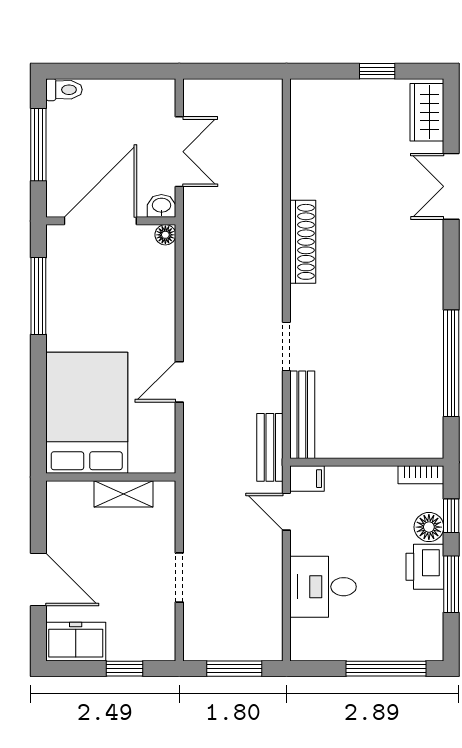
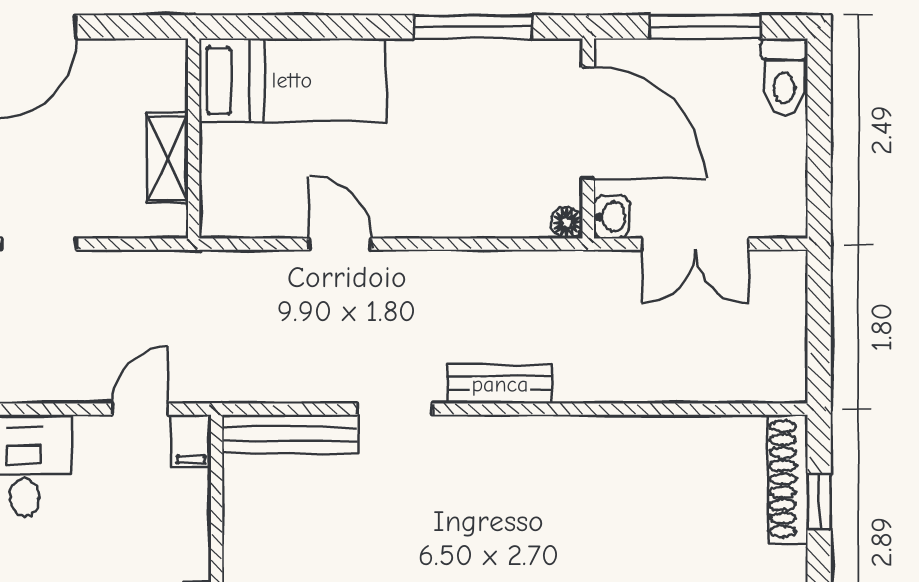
window: (377, 71) -> (819, 502), moved
toilet: (64, 90) -> (784, 77), width x1.37, depth x1.39
shoe rack: (303, 242) -> (788, 479), moved, turned 90
bed: (87, 413) -> (292, 80), width x0.67
bench: (270, 447) -> (500, 384), moved

